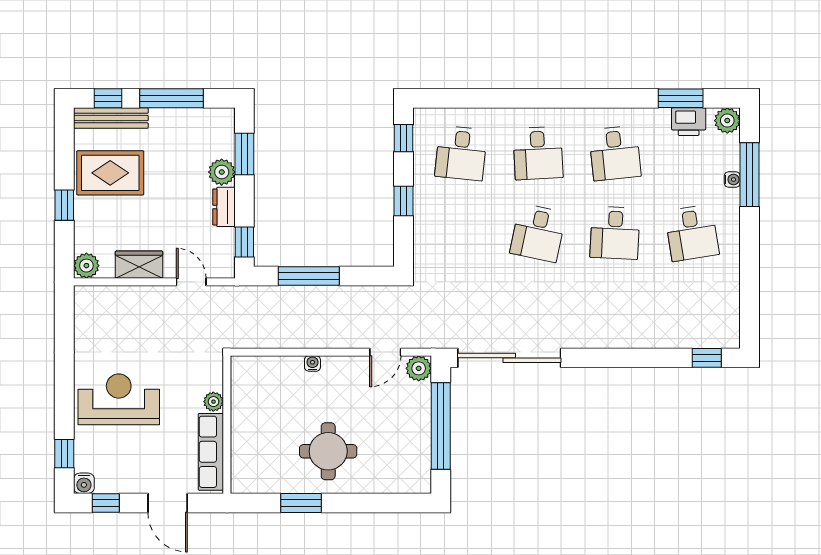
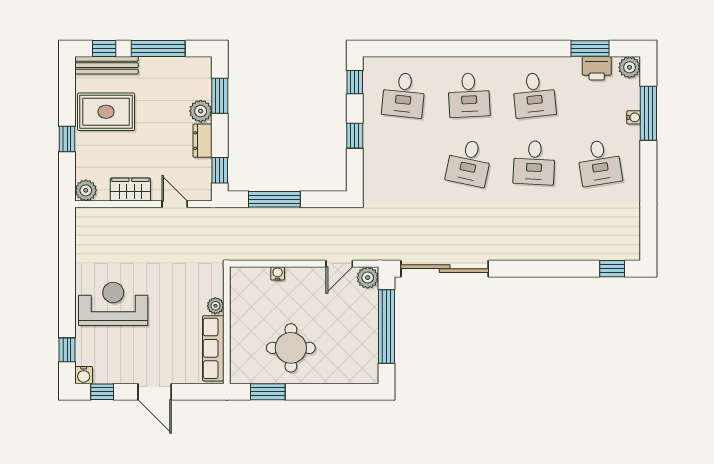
plant: (213, 402) -> (215, 306), moved
wall: (227, 425) -> (227, 325), moved
row of seats: (211, 452) -> (213, 348), moved

